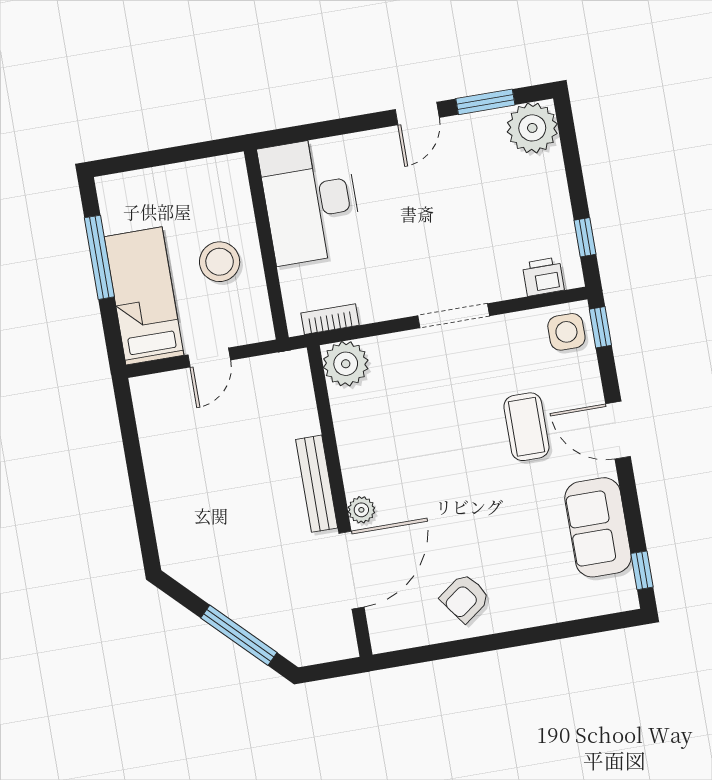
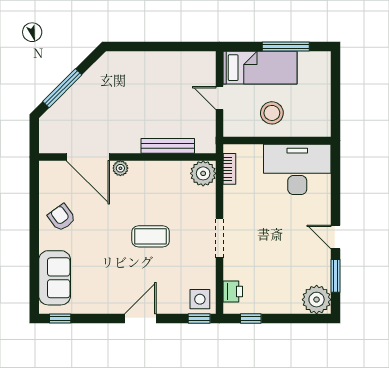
coffee table: (526, 427) -> (151, 236), moved
bench: (317, 484) -> (168, 146), moved
sofa: (598, 527) -> (55, 278), moved, turned 90

